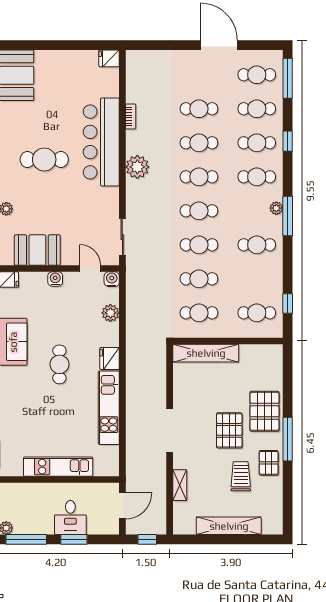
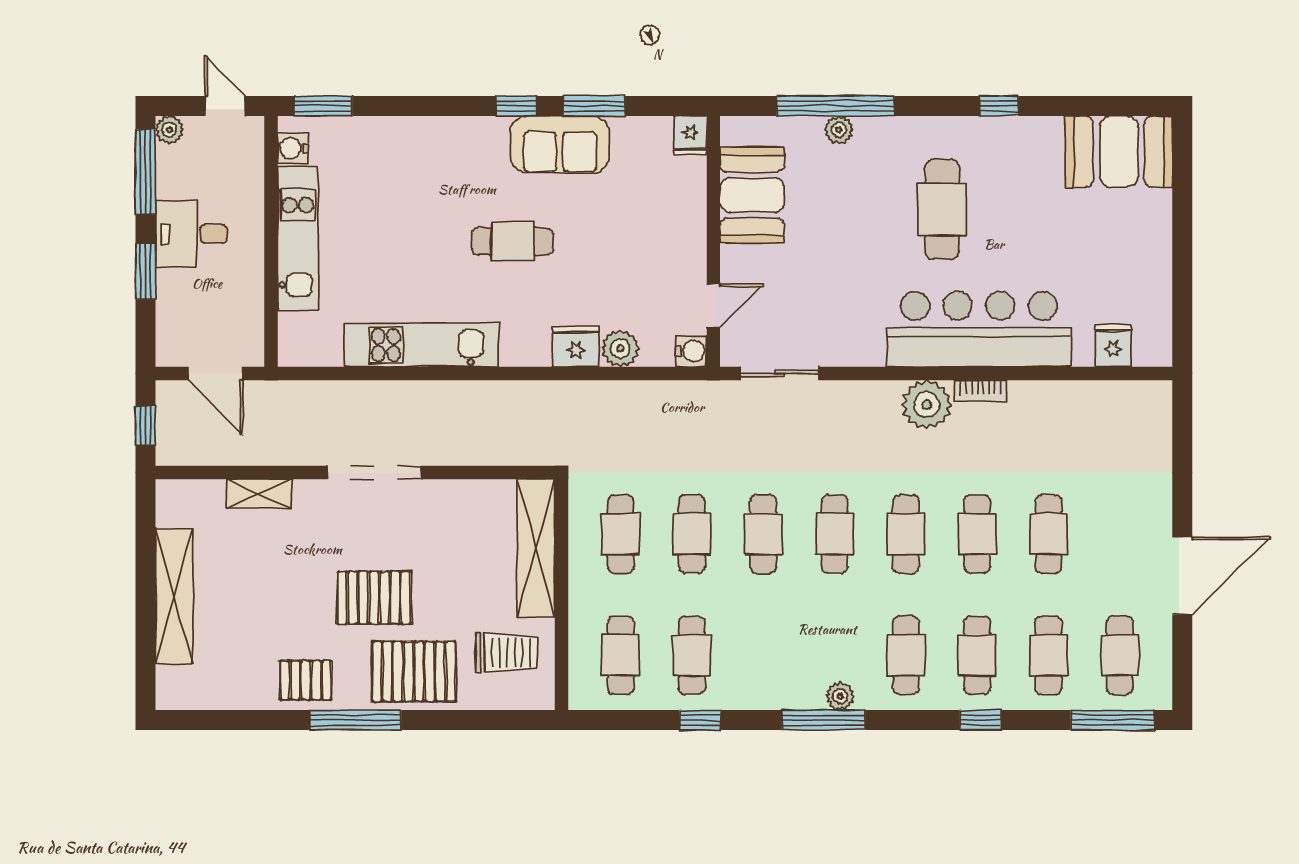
fridge: (109, 58) -> (1113, 345), moved
bookcase: (131, 116) -> (980, 391), moved
cafe table: (257, 245) -> (692, 655), moved
water cooler: (55, 279) -> (293, 148), moved, turned 180
window: (288, 303) -> (700, 720), moved
fridge: (110, 358) -> (576, 347), moved
trolley: (241, 476) -> (507, 653), moved
desk: (70, 517) -> (191, 234), moved

